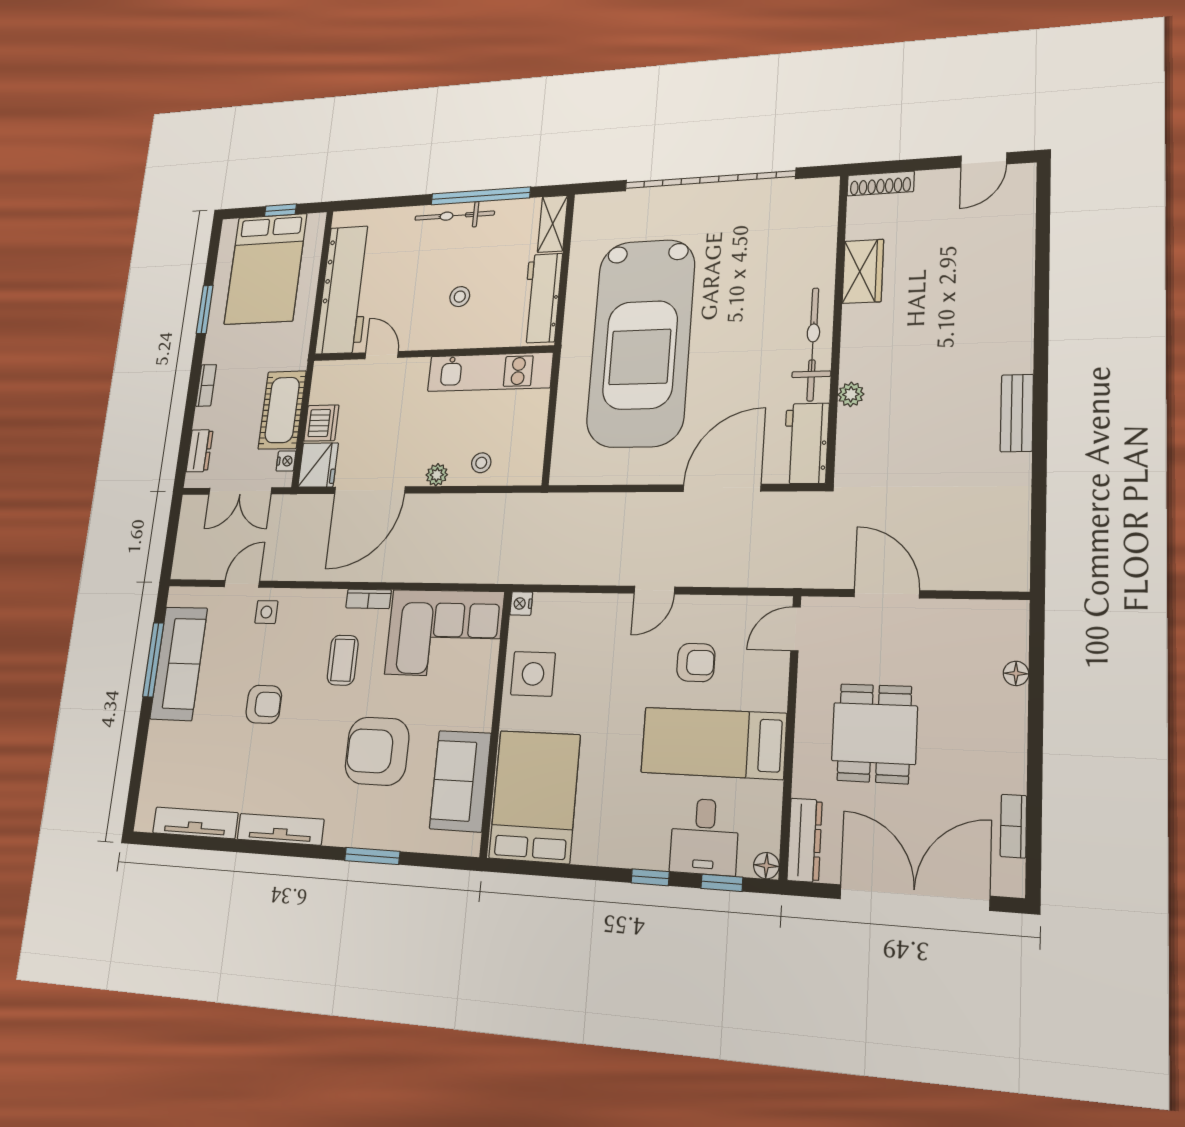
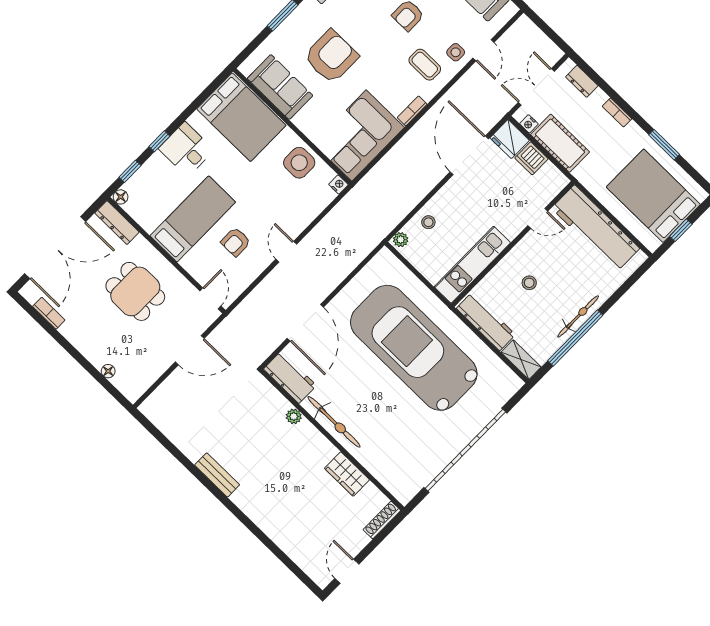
plant: (437, 475) -> (401, 240), moved
coffee table: (343, 660) -> (425, 65), moved
desk: (704, 837) -> (186, 149), moved

